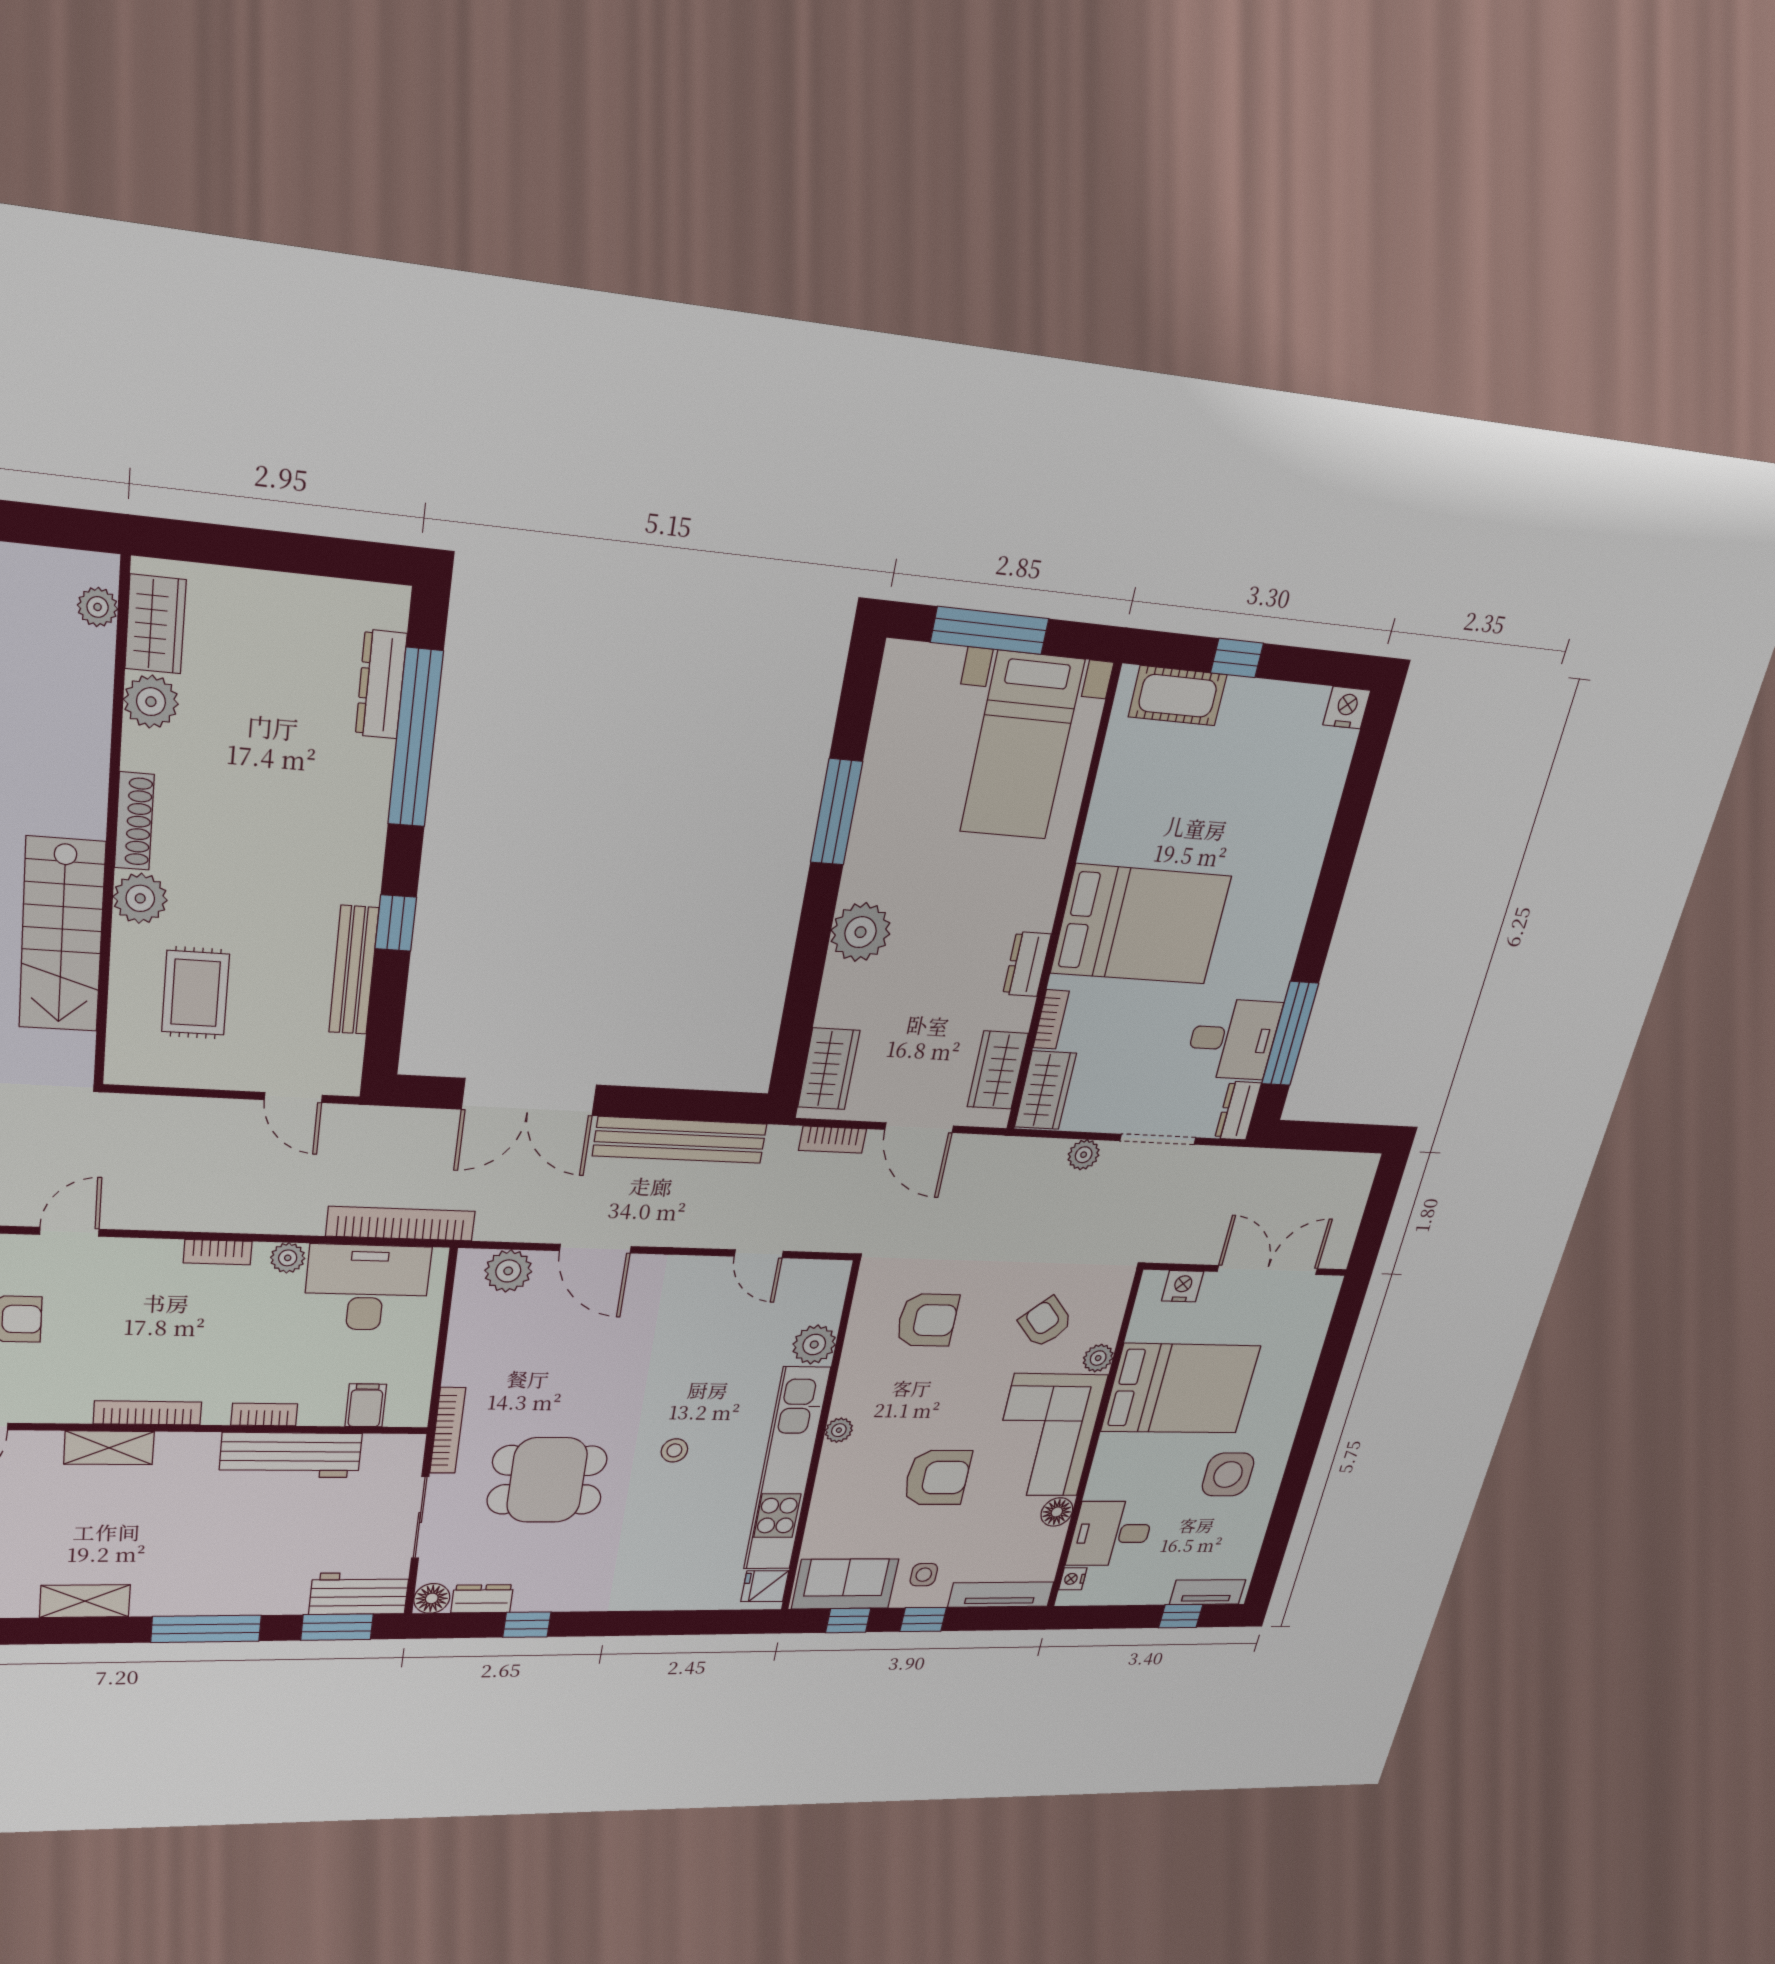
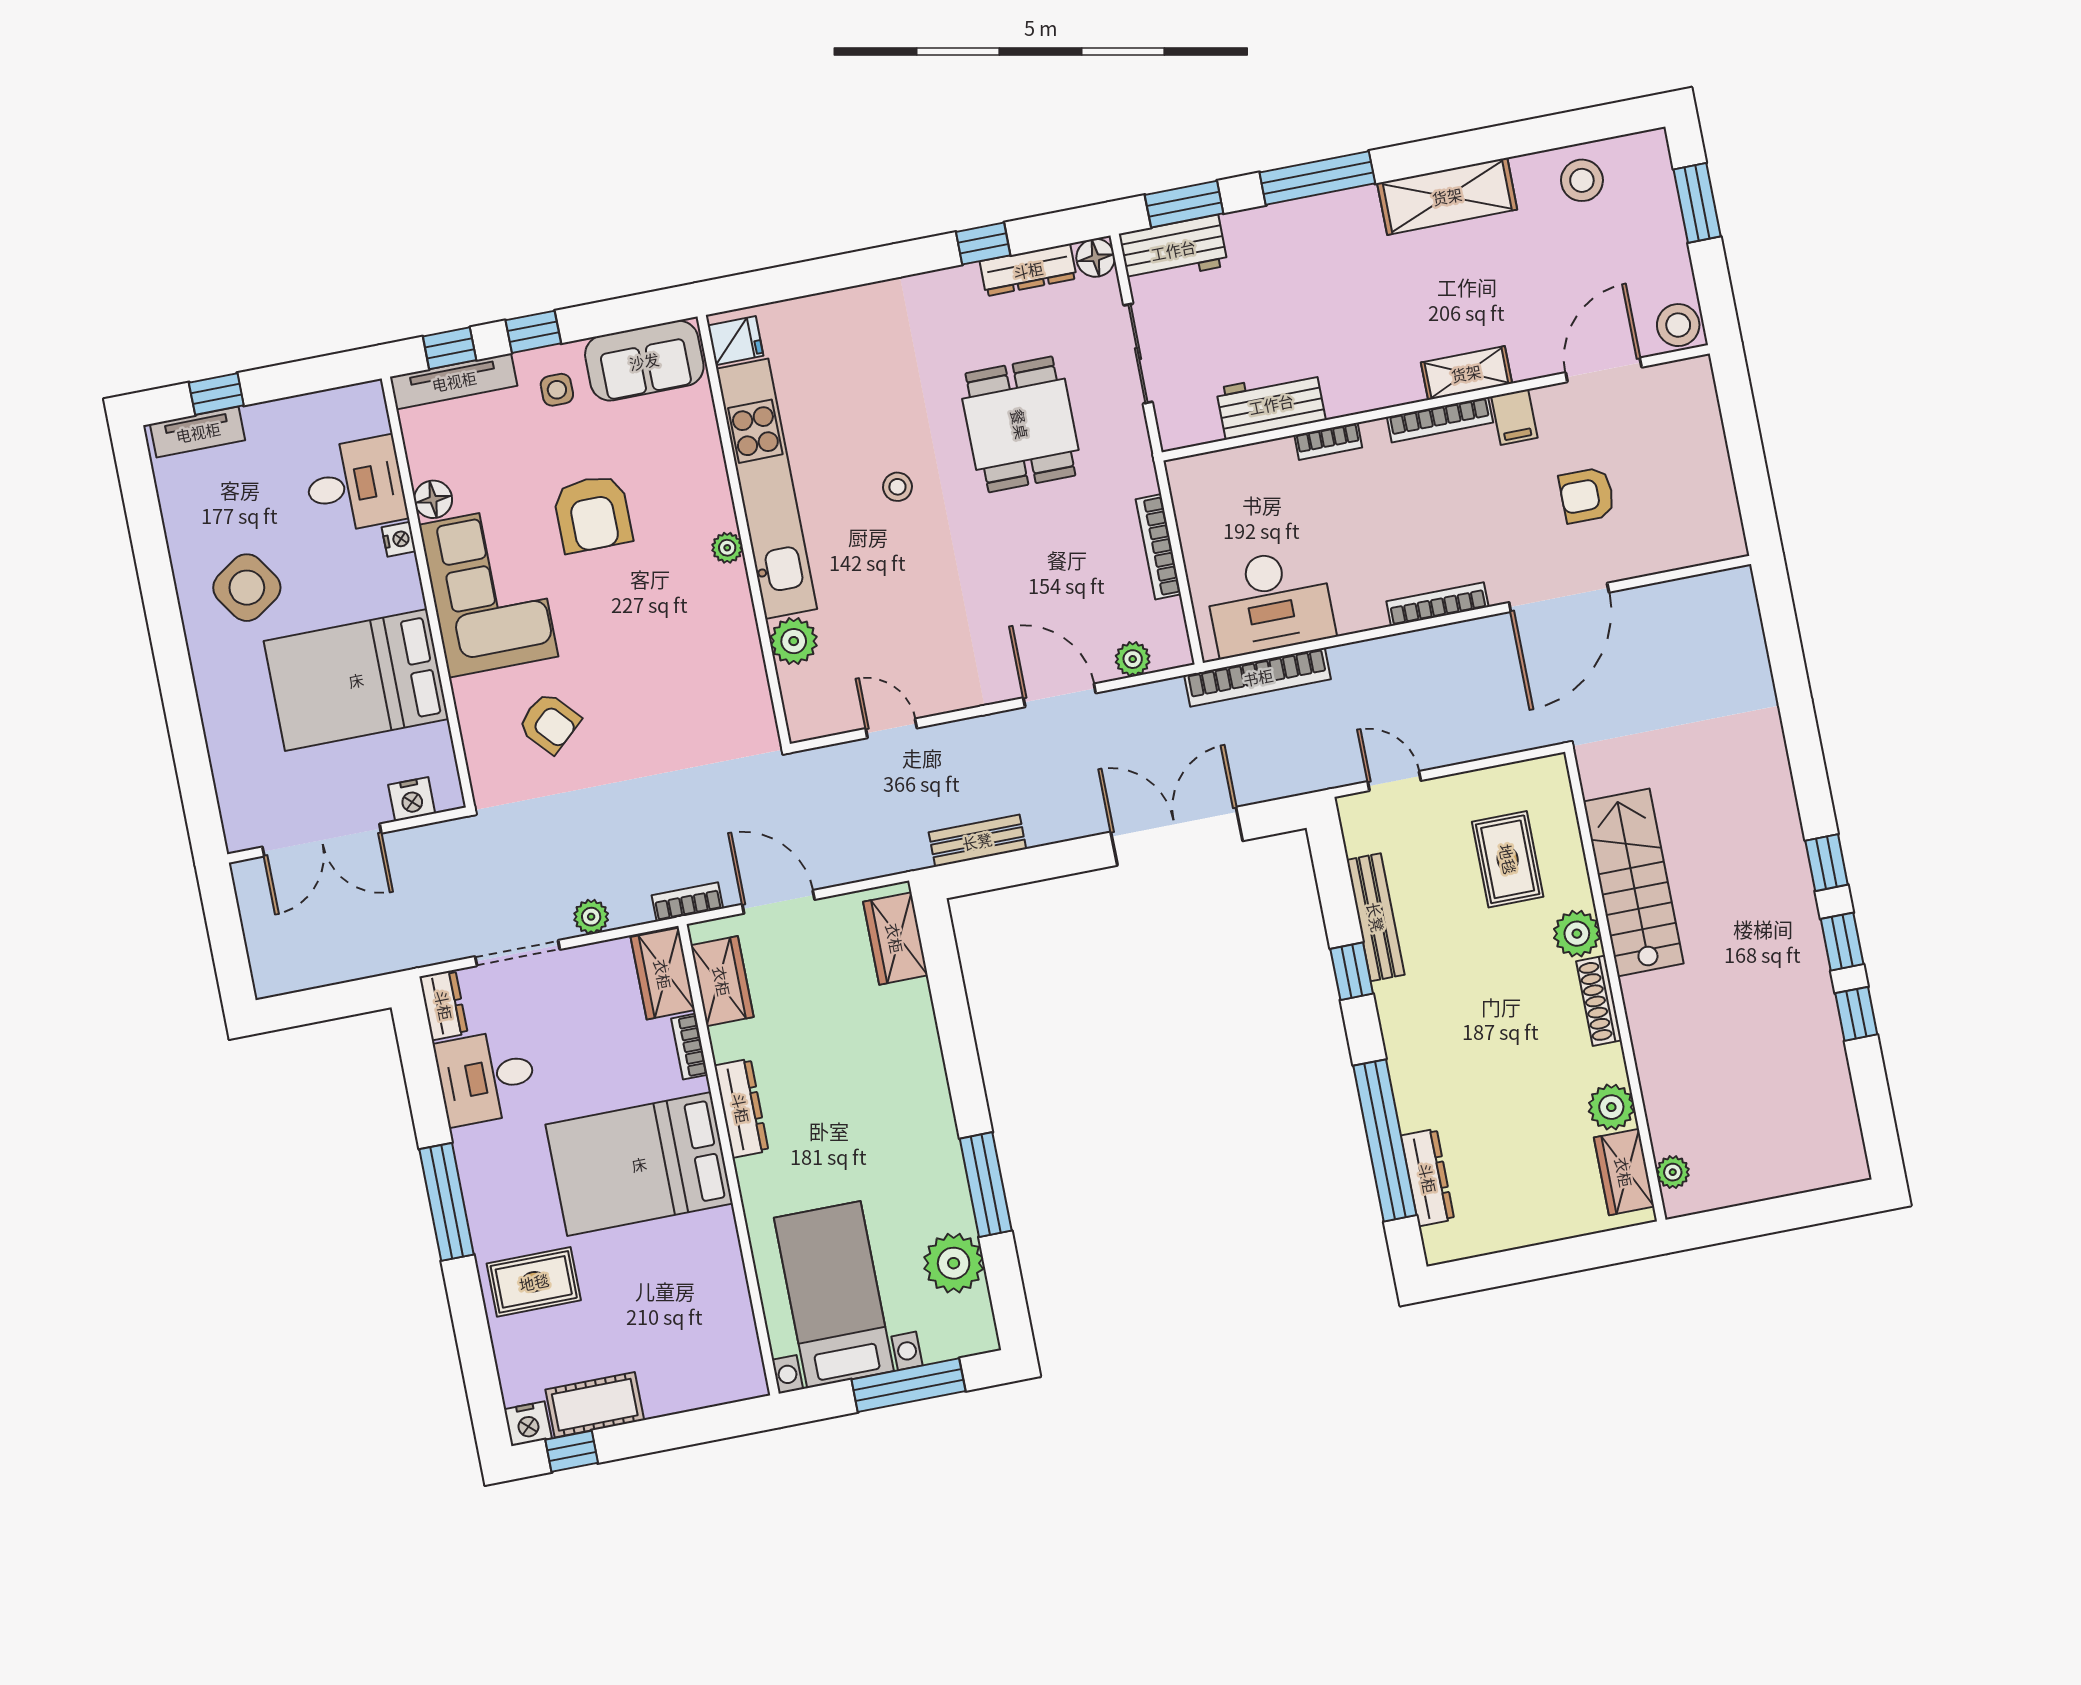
window: (1237, 658) -> (572, 1451), moved
cot: (1178, 696) -> (595, 1405), moved
rug: (1279, 842) -> (534, 1282), added
plant: (861, 932) -> (954, 1263), moved
dresser: (1027, 964) -> (741, 1108), width x1.44
window: (1290, 1034) -> (447, 1202), moved
bench: (680, 1140) -> (977, 841), width x0.54, depth x0.82
bookcase: (833, 1140) -> (687, 902), moved
door: (69, 1232) -> (1559, 597), width x1.88
bookcase: (218, 1252) -> (1437, 604), width x1.56
plant: (288, 1258) -> (1353, 617), removed
plant: (508, 1271) -> (1133, 659), width x0.73, depth x0.73
armchair: (927, 1320) -> (682, 696), removed
plant: (1098, 1358) -> (470, 695), removed
filing cabinet: (366, 1405) -> (1514, 417), moved
bookcase: (448, 1431) -> (1158, 547), moved
workbench: (291, 1455) -> (1271, 404), width x0.73
side table: (1228, 1474) -> (247, 588), turned -34
armchair: (937, 1478) -> (593, 514), turned -90
dining table: (547, 1480) -> (1020, 424), turned 90
nightstand: (1073, 1579) -> (399, 539), moved
dresser: (482, 1599) -> (1028, 270), width x1.44
shelving: (85, 1601) -> (1447, 196), width x1.50, depth x1.33
window: (848, 1620) -> (450, 348), moved

